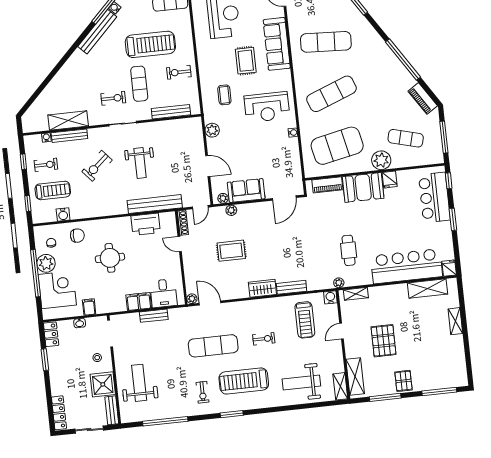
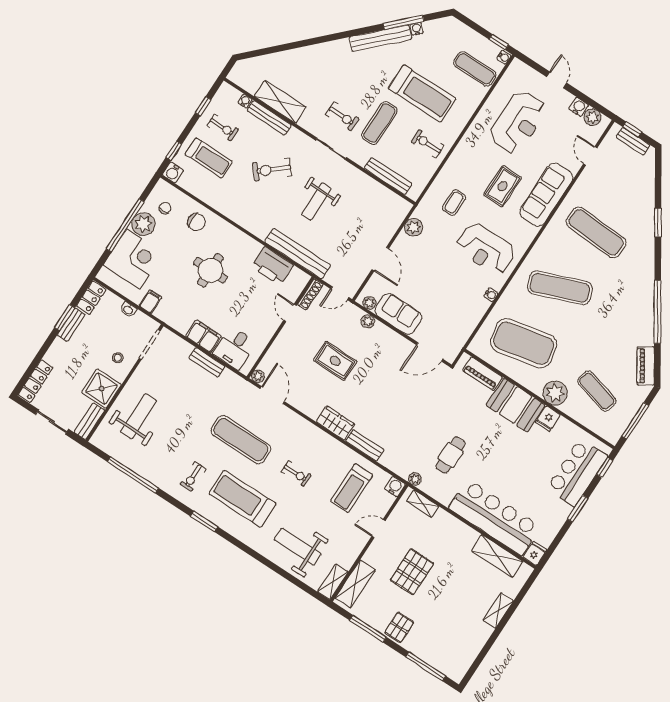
water cooler: (63, 214) -> (173, 173), moved
bench: (52, 361) -> (71, 325), added

